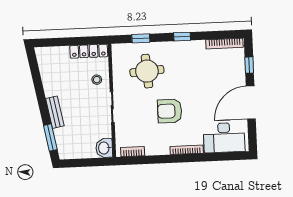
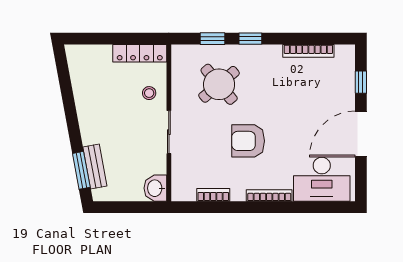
window: (182, 37) -> (250, 39), moved
bookcase: (224, 44) -> (308, 51), moved
round table: (147, 71) -> (219, 84), turned -36
bench: (55, 112) -> (95, 167), moved
bookcase: (133, 152) -> (213, 195), moved

